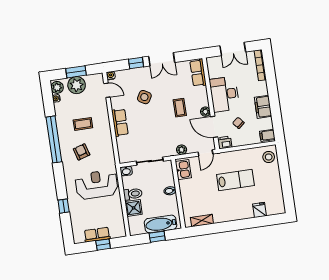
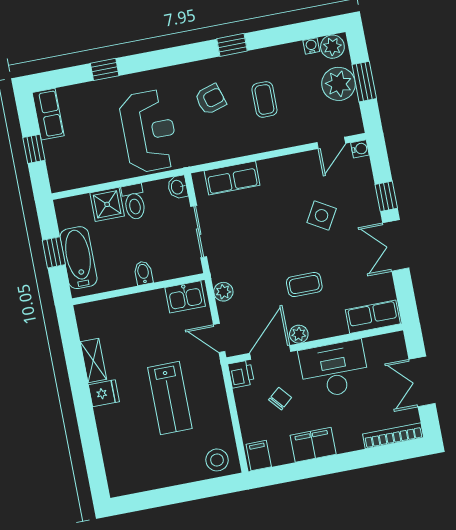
row of seats: (120, 123) -> (232, 178), moved
window: (54, 139) -> (232, 45), width x0.32
fridge: (259, 210) -> (104, 393), moved
shelving: (202, 221) -> (93, 361), moved
row of seats: (97, 235) -> (48, 114), moved

